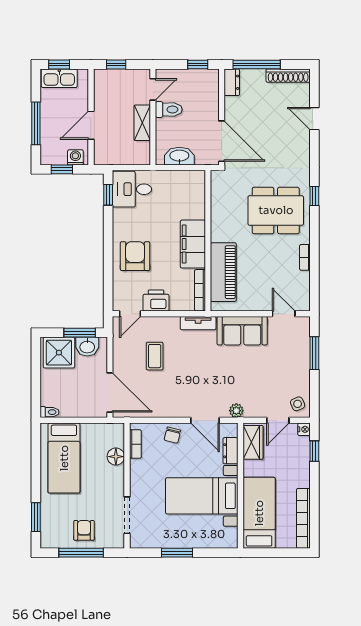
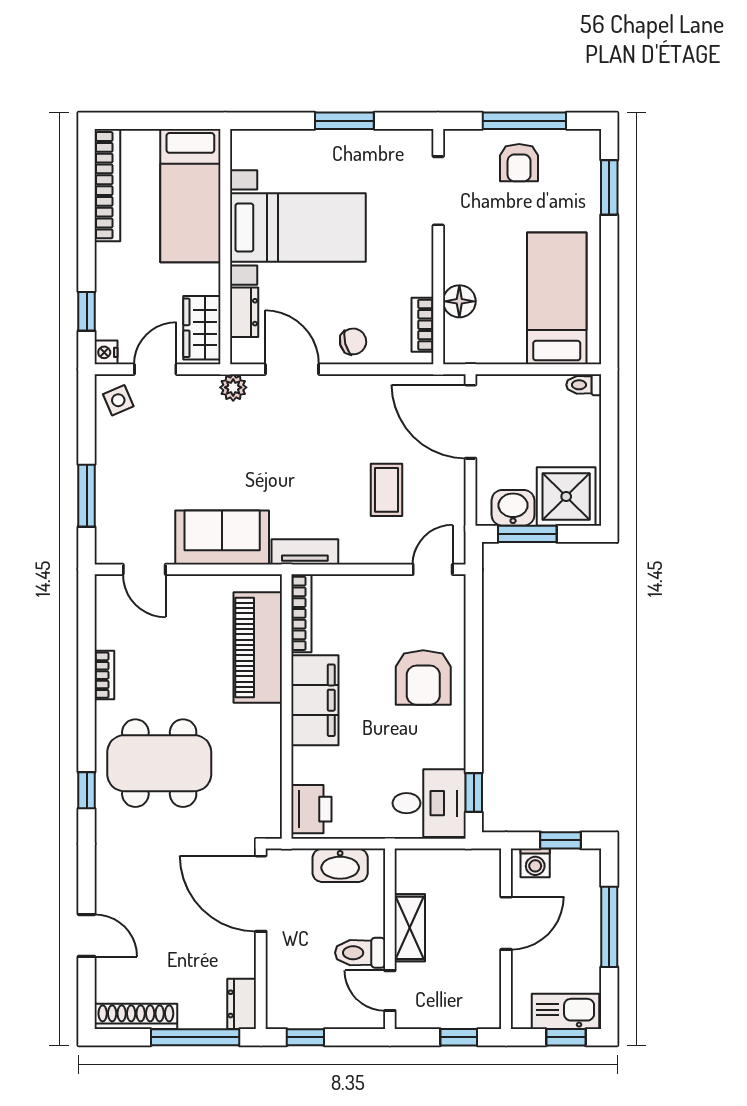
door: (153, 89) -> (390, 991), hinge flipped
printer: (156, 300) -> (311, 809), moved, turned -90
chair: (172, 435) -> (353, 341), turned 61

